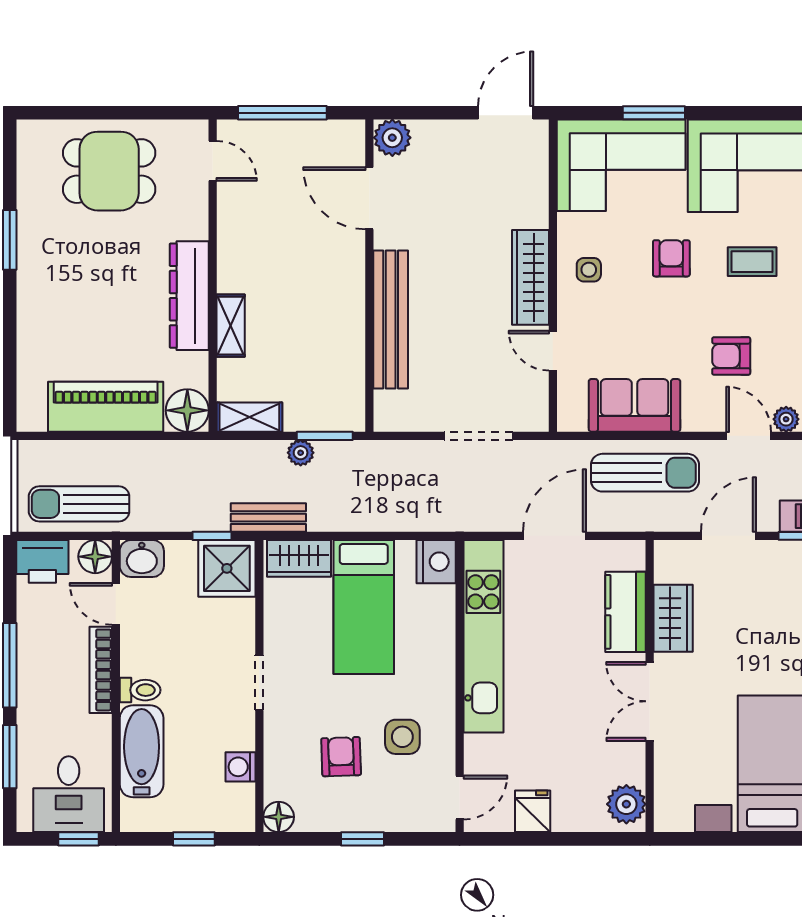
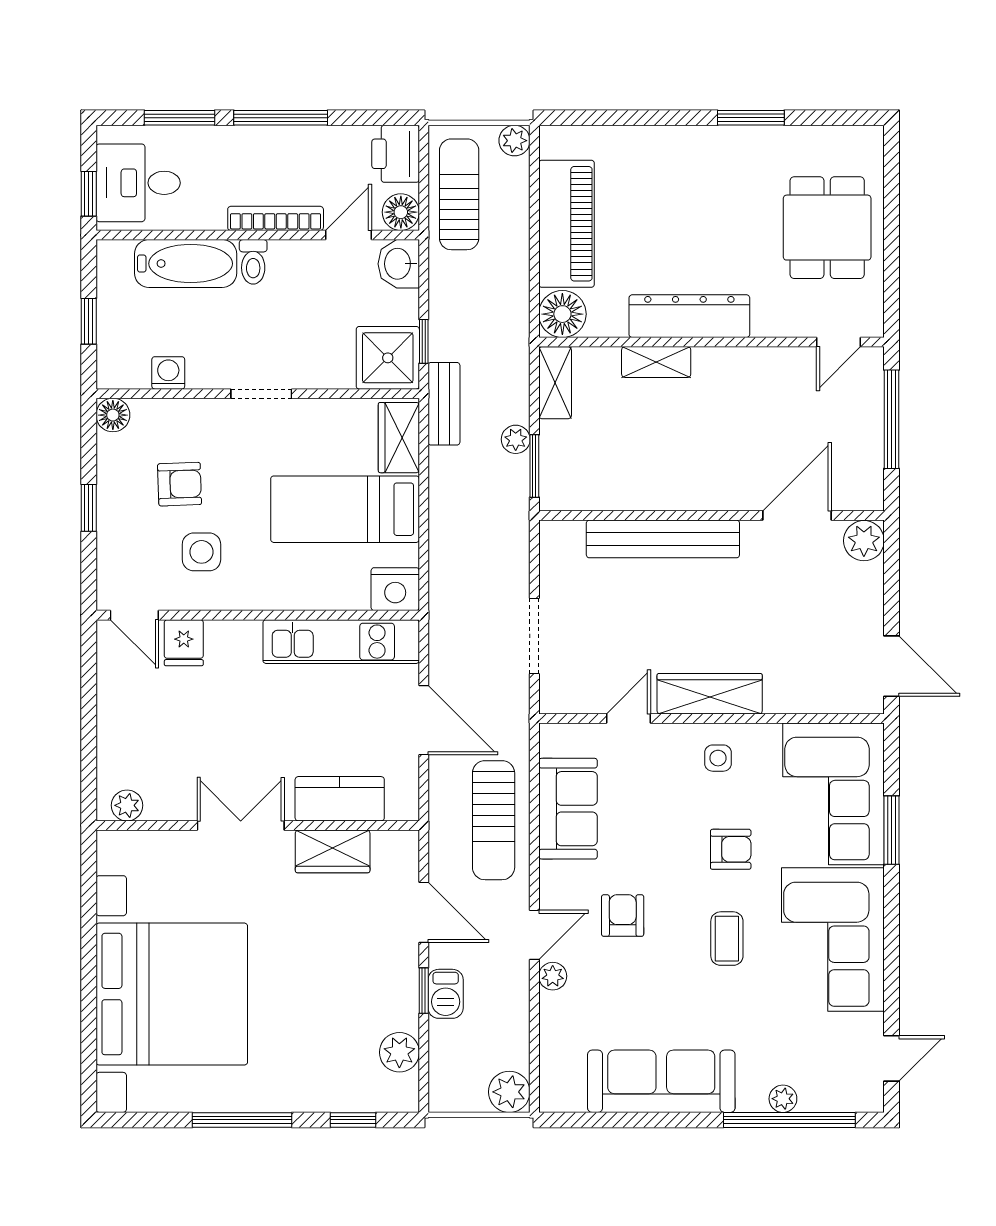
plant: (30, 454) -> (515, 141), added
kitchen unit: (483, 636) -> (341, 642), width x0.73
plant: (626, 804) -> (127, 805), width x0.73, depth x0.73
fridge: (533, 811) -> (184, 643), moved, turned 90

